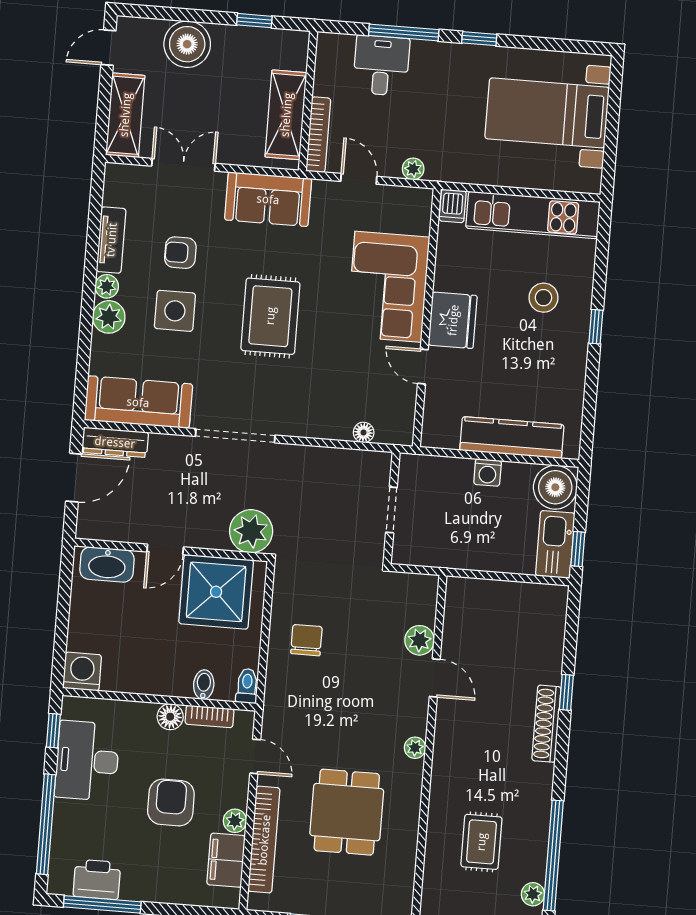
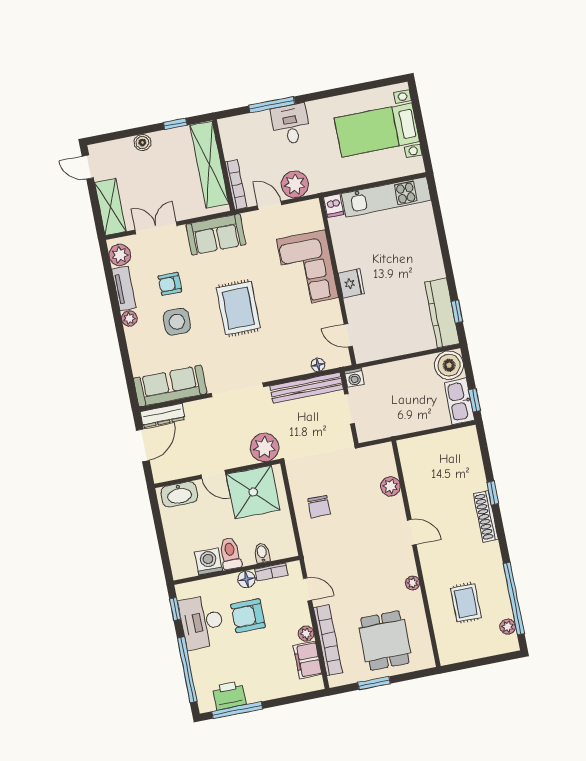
window: (479, 39) -> (321, 95), removed
boiler: (187, 44) -> (142, 142), width x0.54, depth x0.54
door: (108, 48) -> (88, 167), hinge flipped
desk: (381, 65) -> (291, 124), moved
shelving: (286, 115) -> (209, 165), width x1.47
plant: (413, 169) -> (295, 184), width x1.88, depth x1.88
stool: (543, 298) -> (408, 247), removed
plant: (109, 317) -> (120, 255), moved
fridge: (453, 320) -> (351, 283), width x0.73, depth x0.75
window: (596, 327) -> (457, 312), moved
door: (423, 367) -> (348, 335), moved
kitchen counter: (512, 438) -> (442, 313), moved, turned -90
bench: (337, 461) -> (307, 388), added
washing machine: (488, 472) -> (354, 378), moved
door: (165, 549) -> (213, 474), hinge flipped
chair: (306, 640) -> (319, 506), turned 180
washing machine: (82, 672) -> (208, 561), moved
door: (435, 678) -> (412, 532), moved
toilet: (247, 686) -> (230, 553), moved, width x1.37, depth x1.39
plant: (415, 748) -> (412, 583), moved
armchair: (171, 803) -> (248, 616), moved, turned -90
dining table: (347, 812) -> (385, 641), moved

